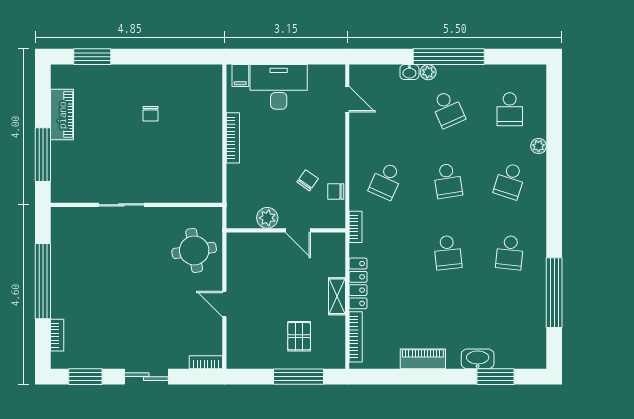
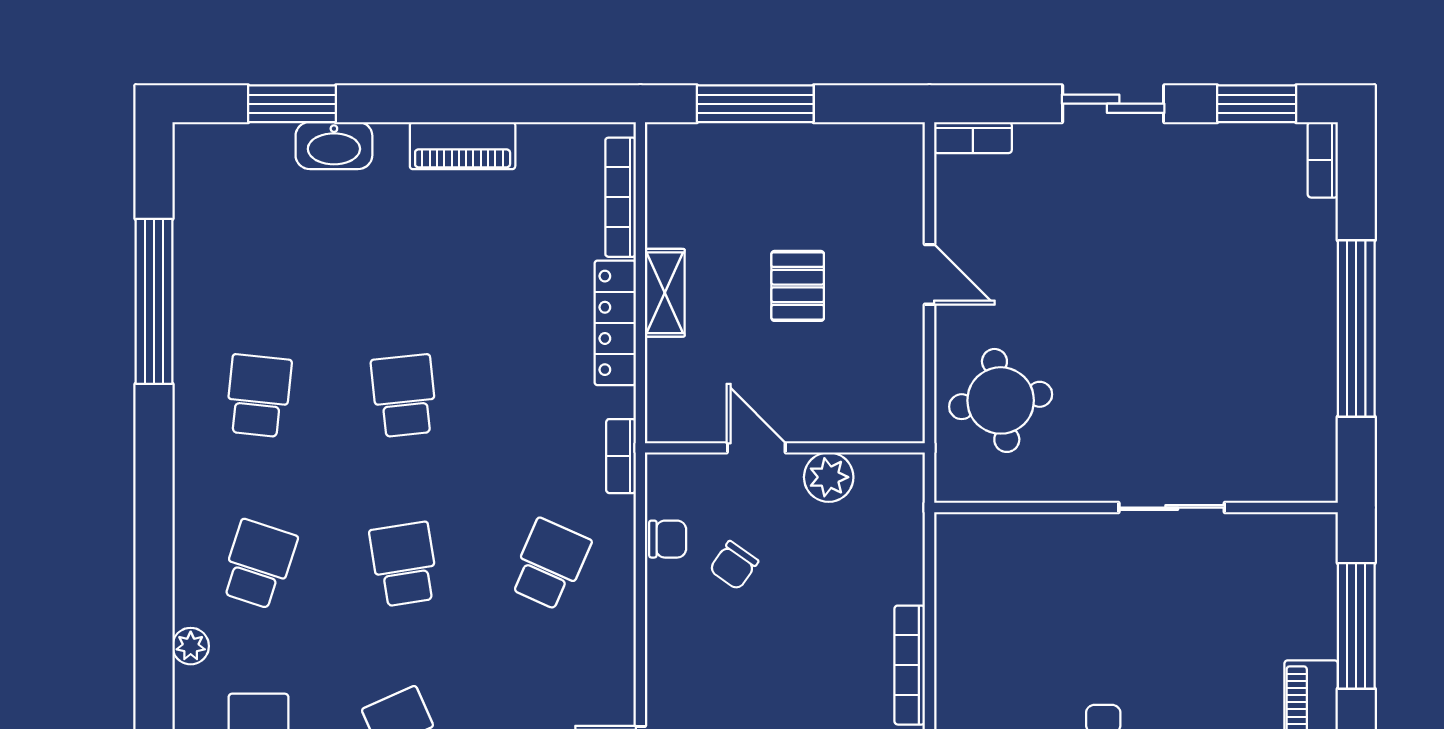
bookcase: (57, 335) -> (1323, 160), moved
pallet: (299, 336) -> (798, 286), moved

